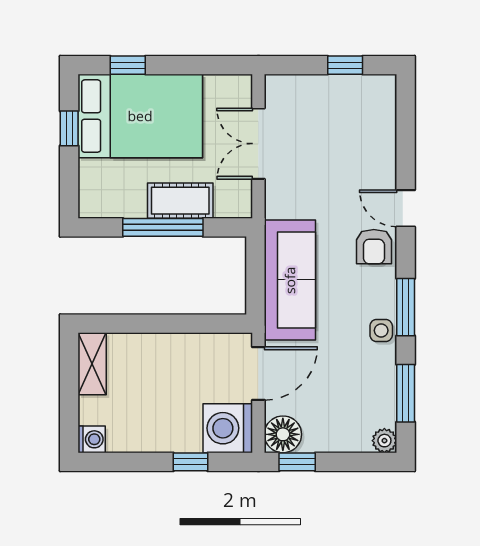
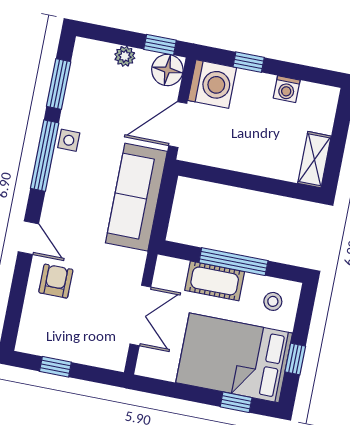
stool: (108, 190) -> (273, 301), added
armchair: (374, 247) -> (56, 281), moved
window: (406, 307) -> (45, 156), width x1.44
washing machine: (92, 439) -> (287, 89), moved, turned -90
plant: (384, 441) -> (125, 56), moved

